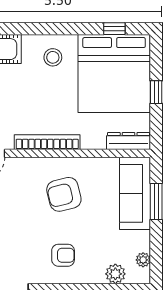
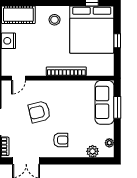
dresser: (129, 141) -> (100, 71), removed
bookcase: (47, 142) -> (66, 71), moved
armchair: (64, 194) -> (39, 112), moved

